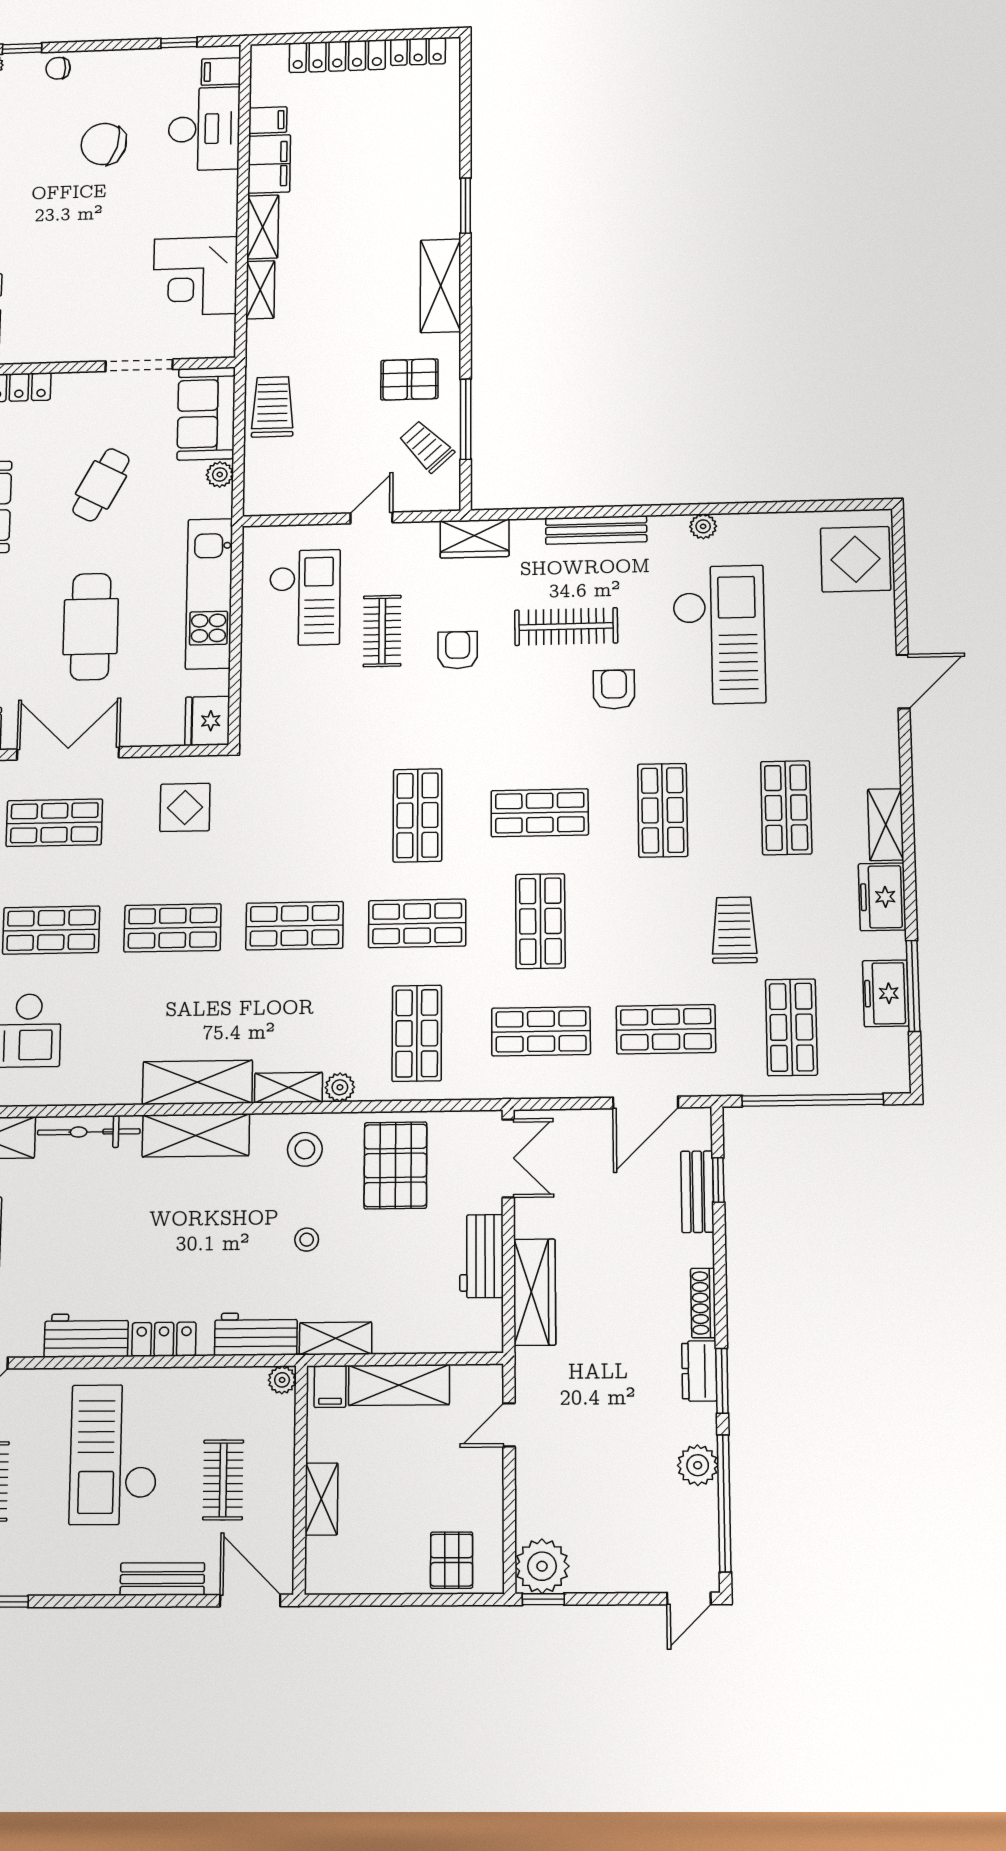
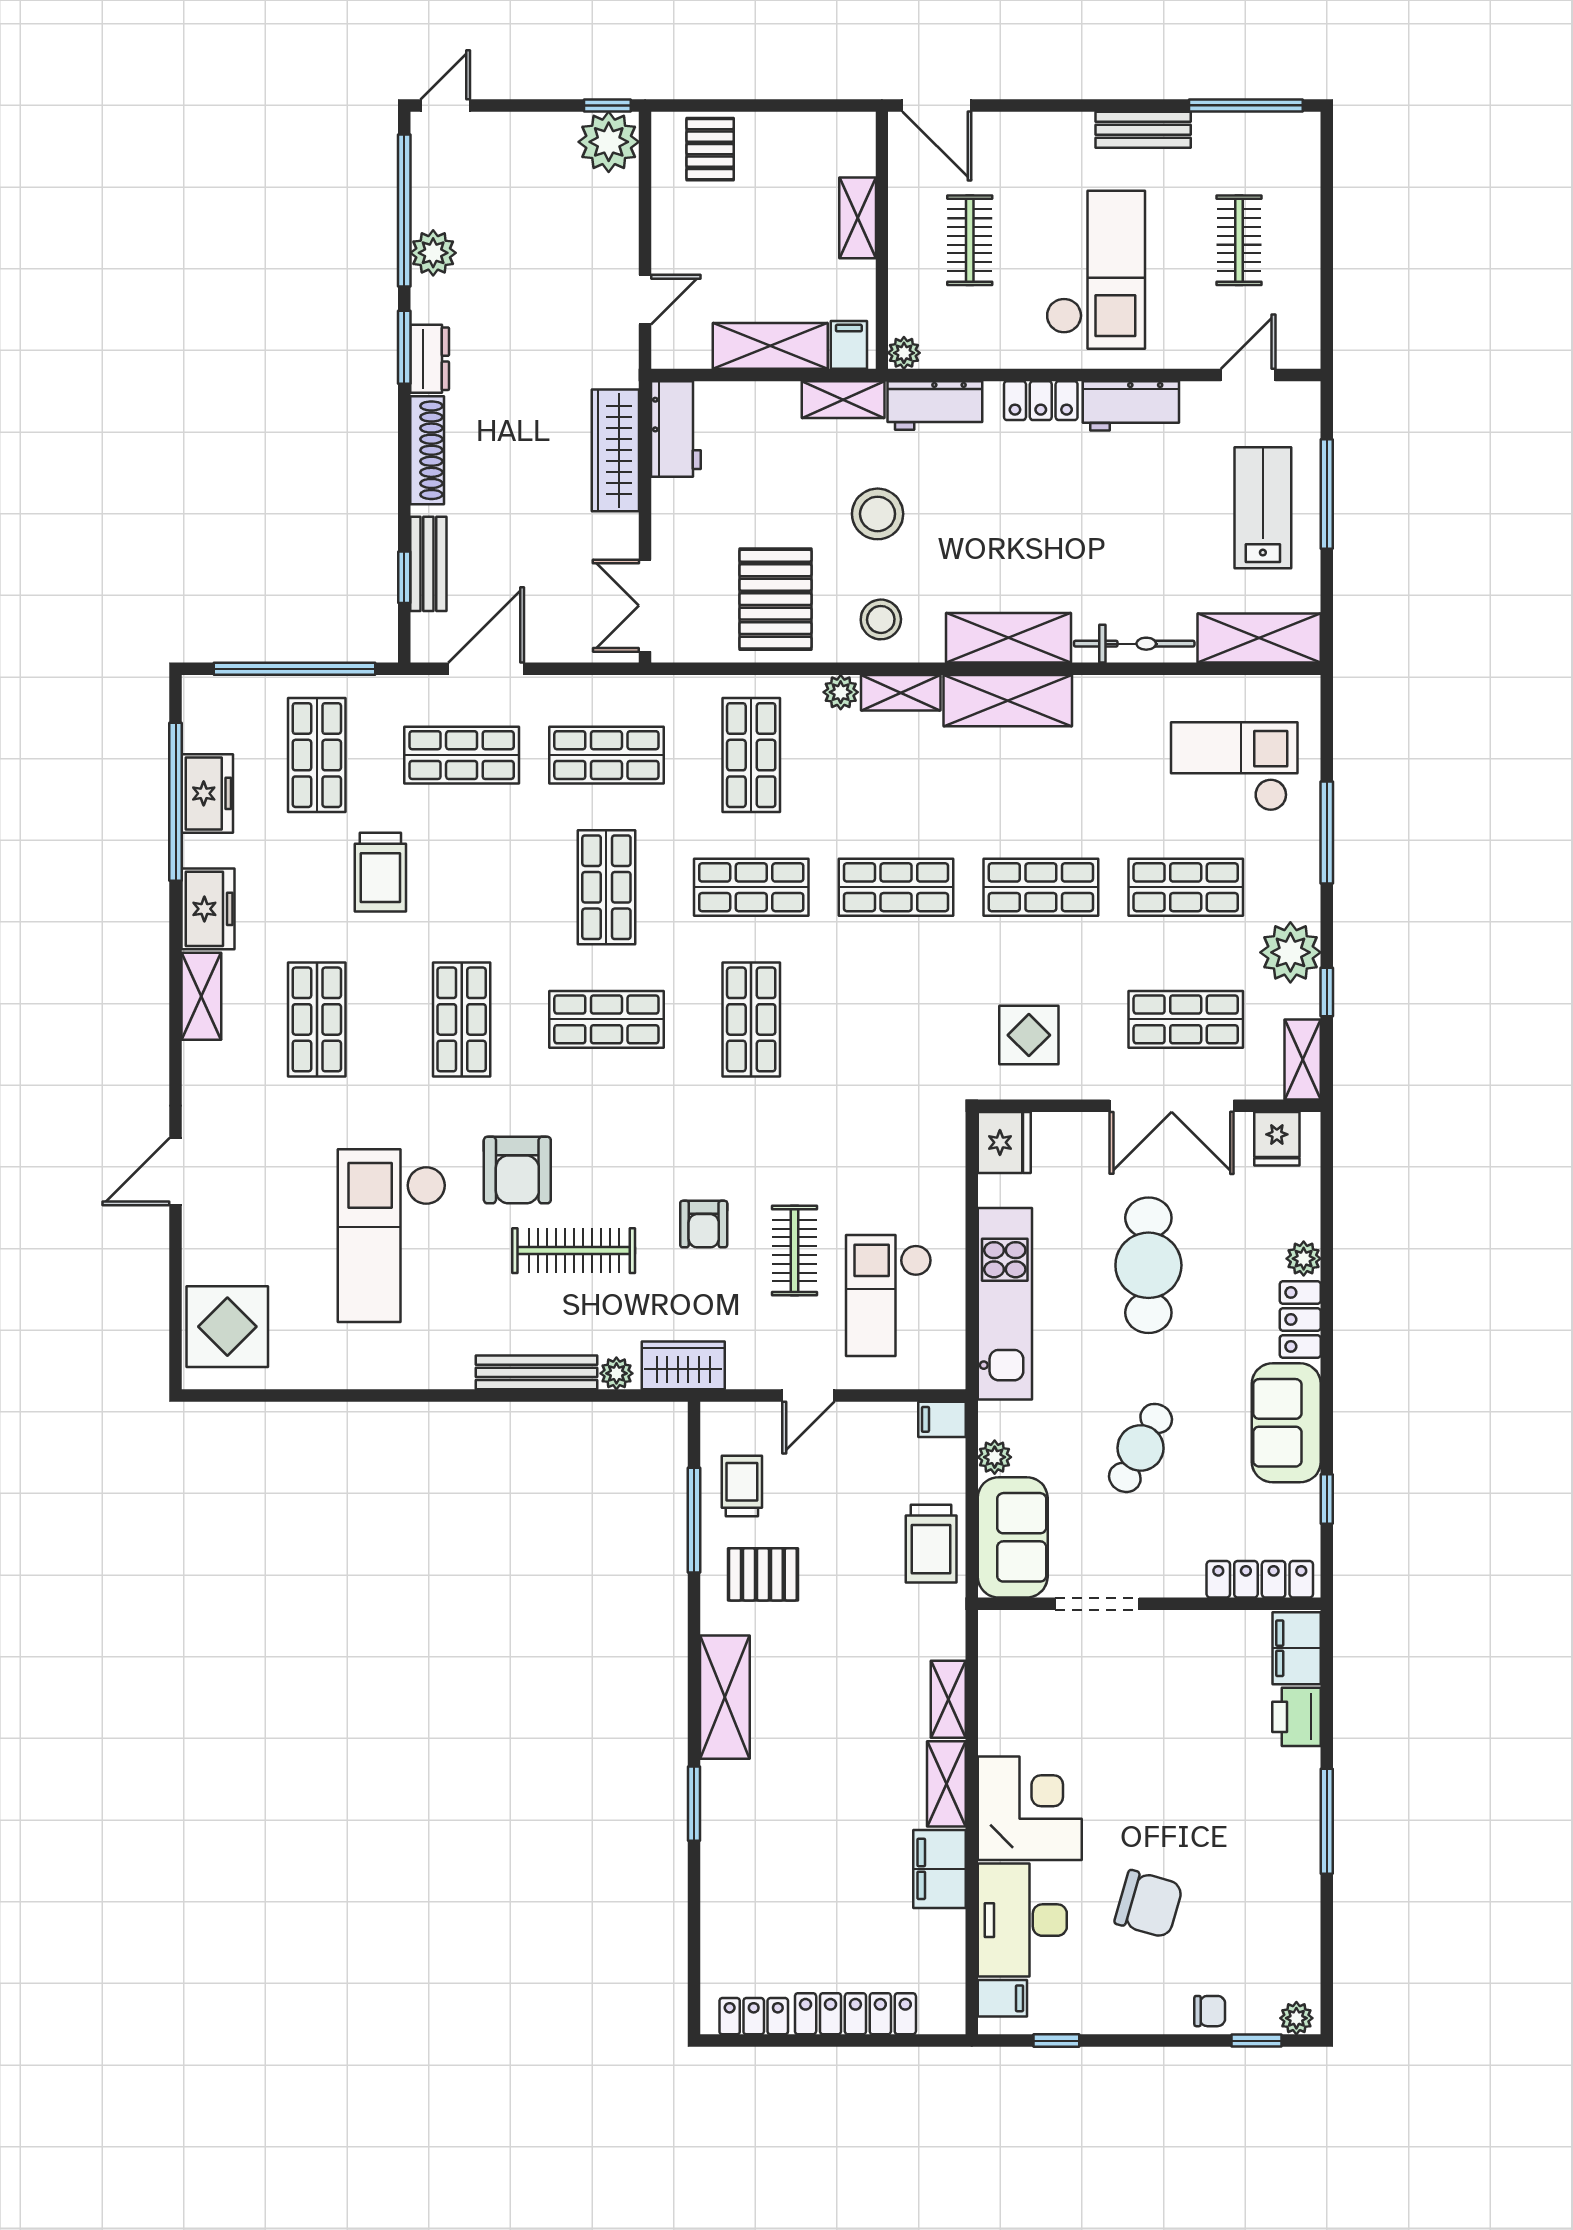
filing cabinet: (268, 120) -> (942, 1419), moved
corner desk: (195, 276) -> (1030, 1808), moved
trolley: (426, 446) -> (742, 1486), turned -137
plant: (703, 526) -> (616, 1373), moved
armchair: (614, 690) -> (517, 1170), width x1.38, depth x1.38
window: (913, 986) -> (176, 802), width x1.46
stool: (307, 1240) -> (878, 514), width x1.89, depth x1.89
workbench: (482, 1256) -> (676, 429), moved
shoe rack: (703, 1303) -> (427, 450), width x1.36, depth x1.24
bench: (162, 1579) -> (1143, 130), moved

